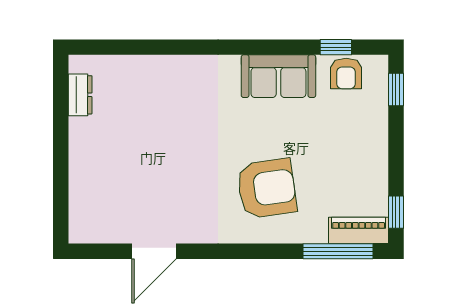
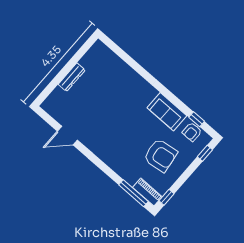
dresser: (80, 95) -> (72, 77), moved, width x1.44
armchair: (267, 188) -> (160, 155), moved

